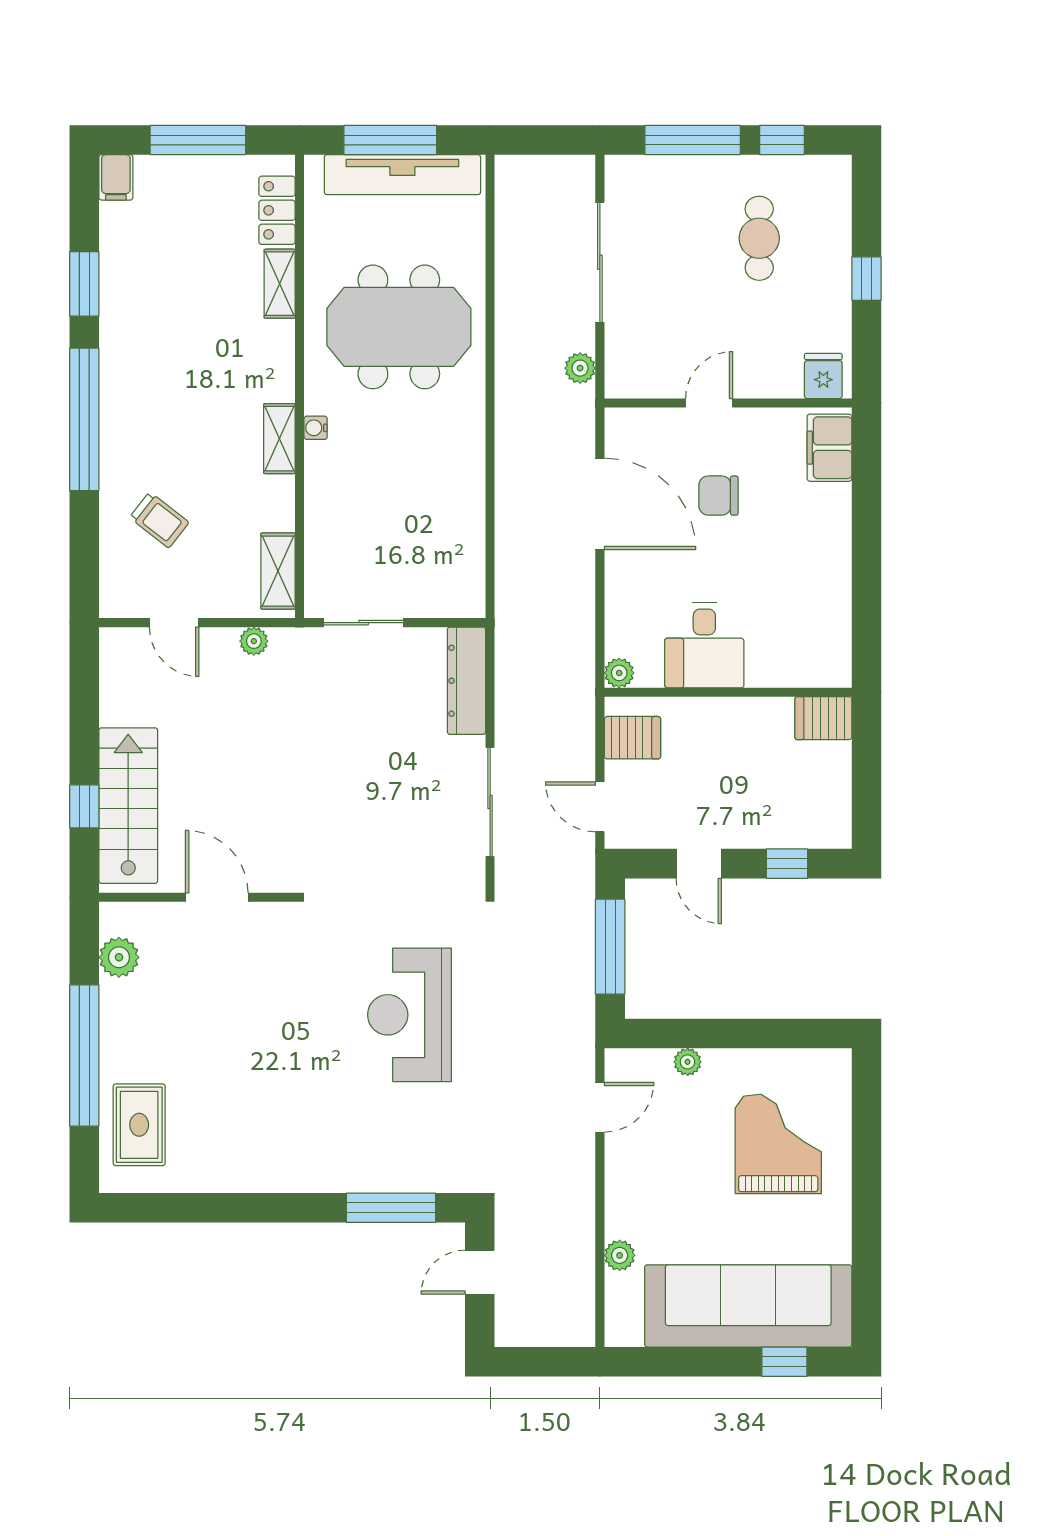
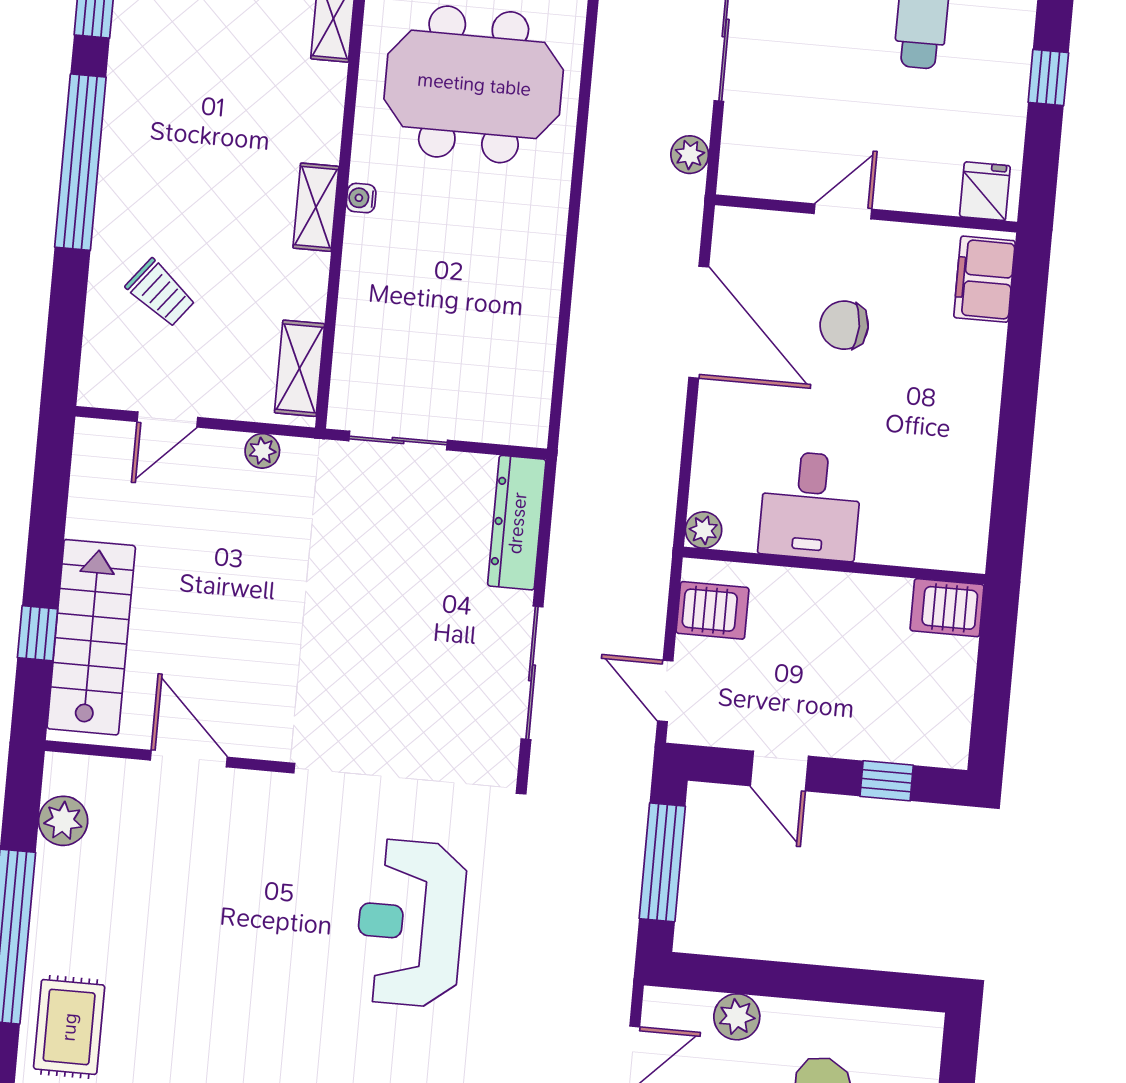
door: (174, 623) -> (167, 420), hinge flipped
plant: (688, 1062) -> (737, 1017), width x1.38, depth x1.38

